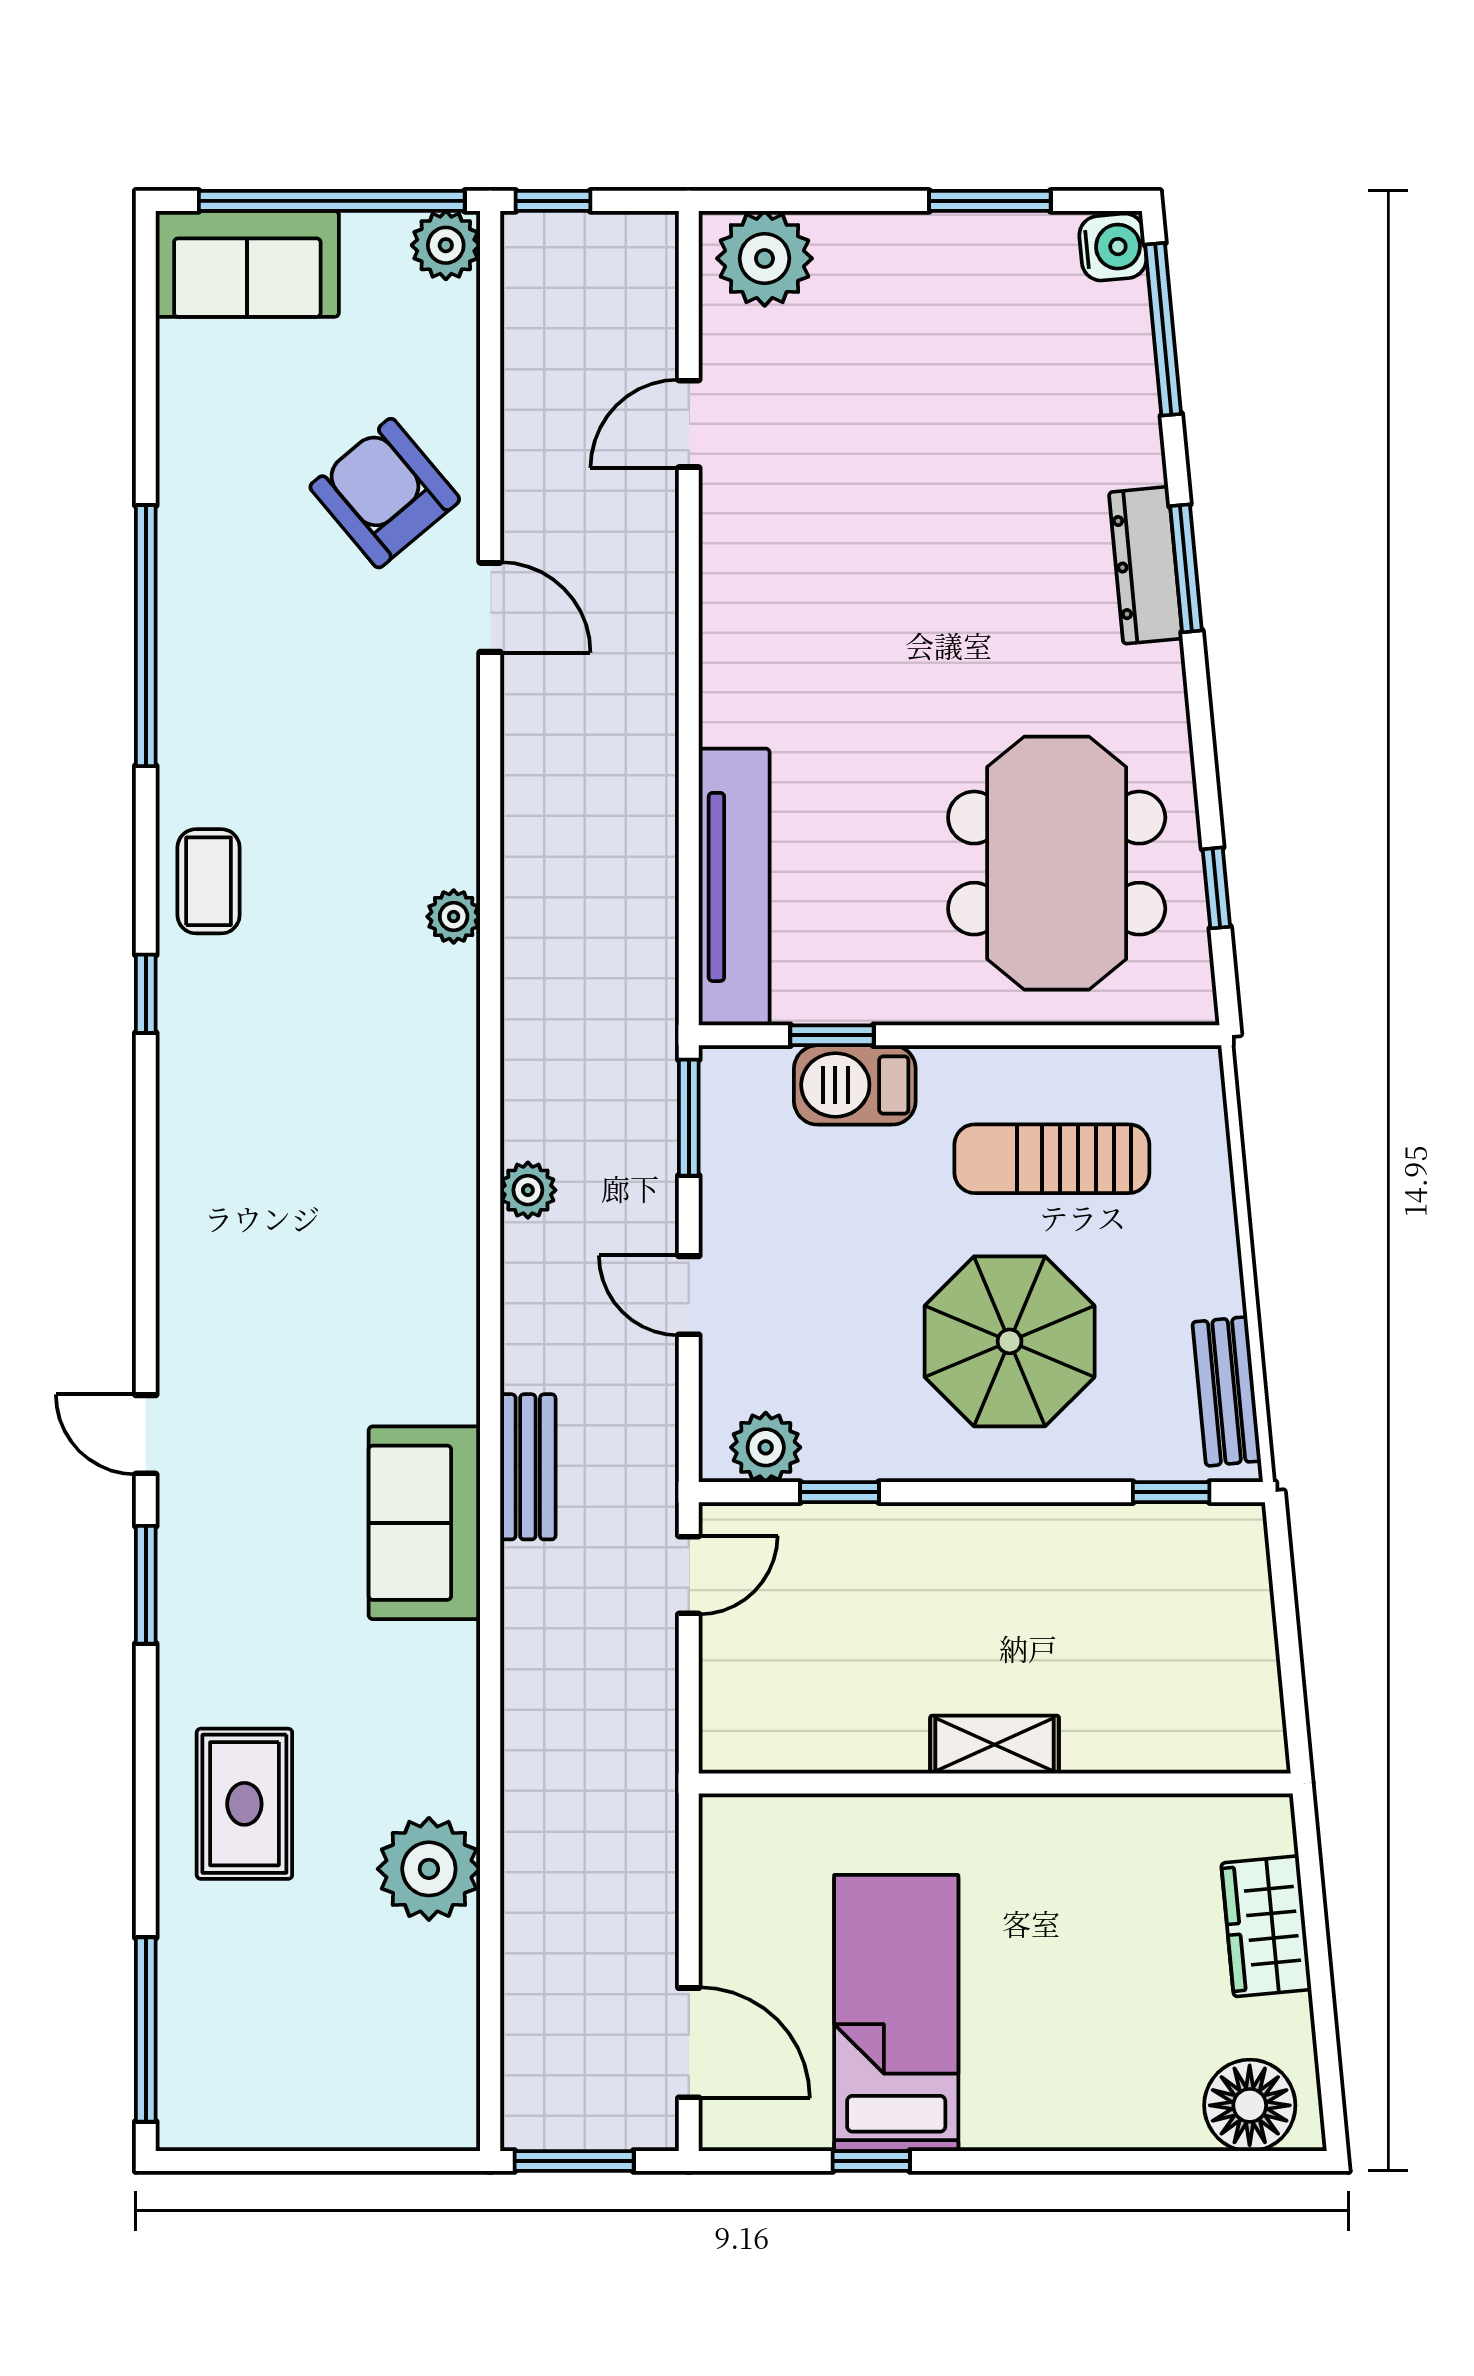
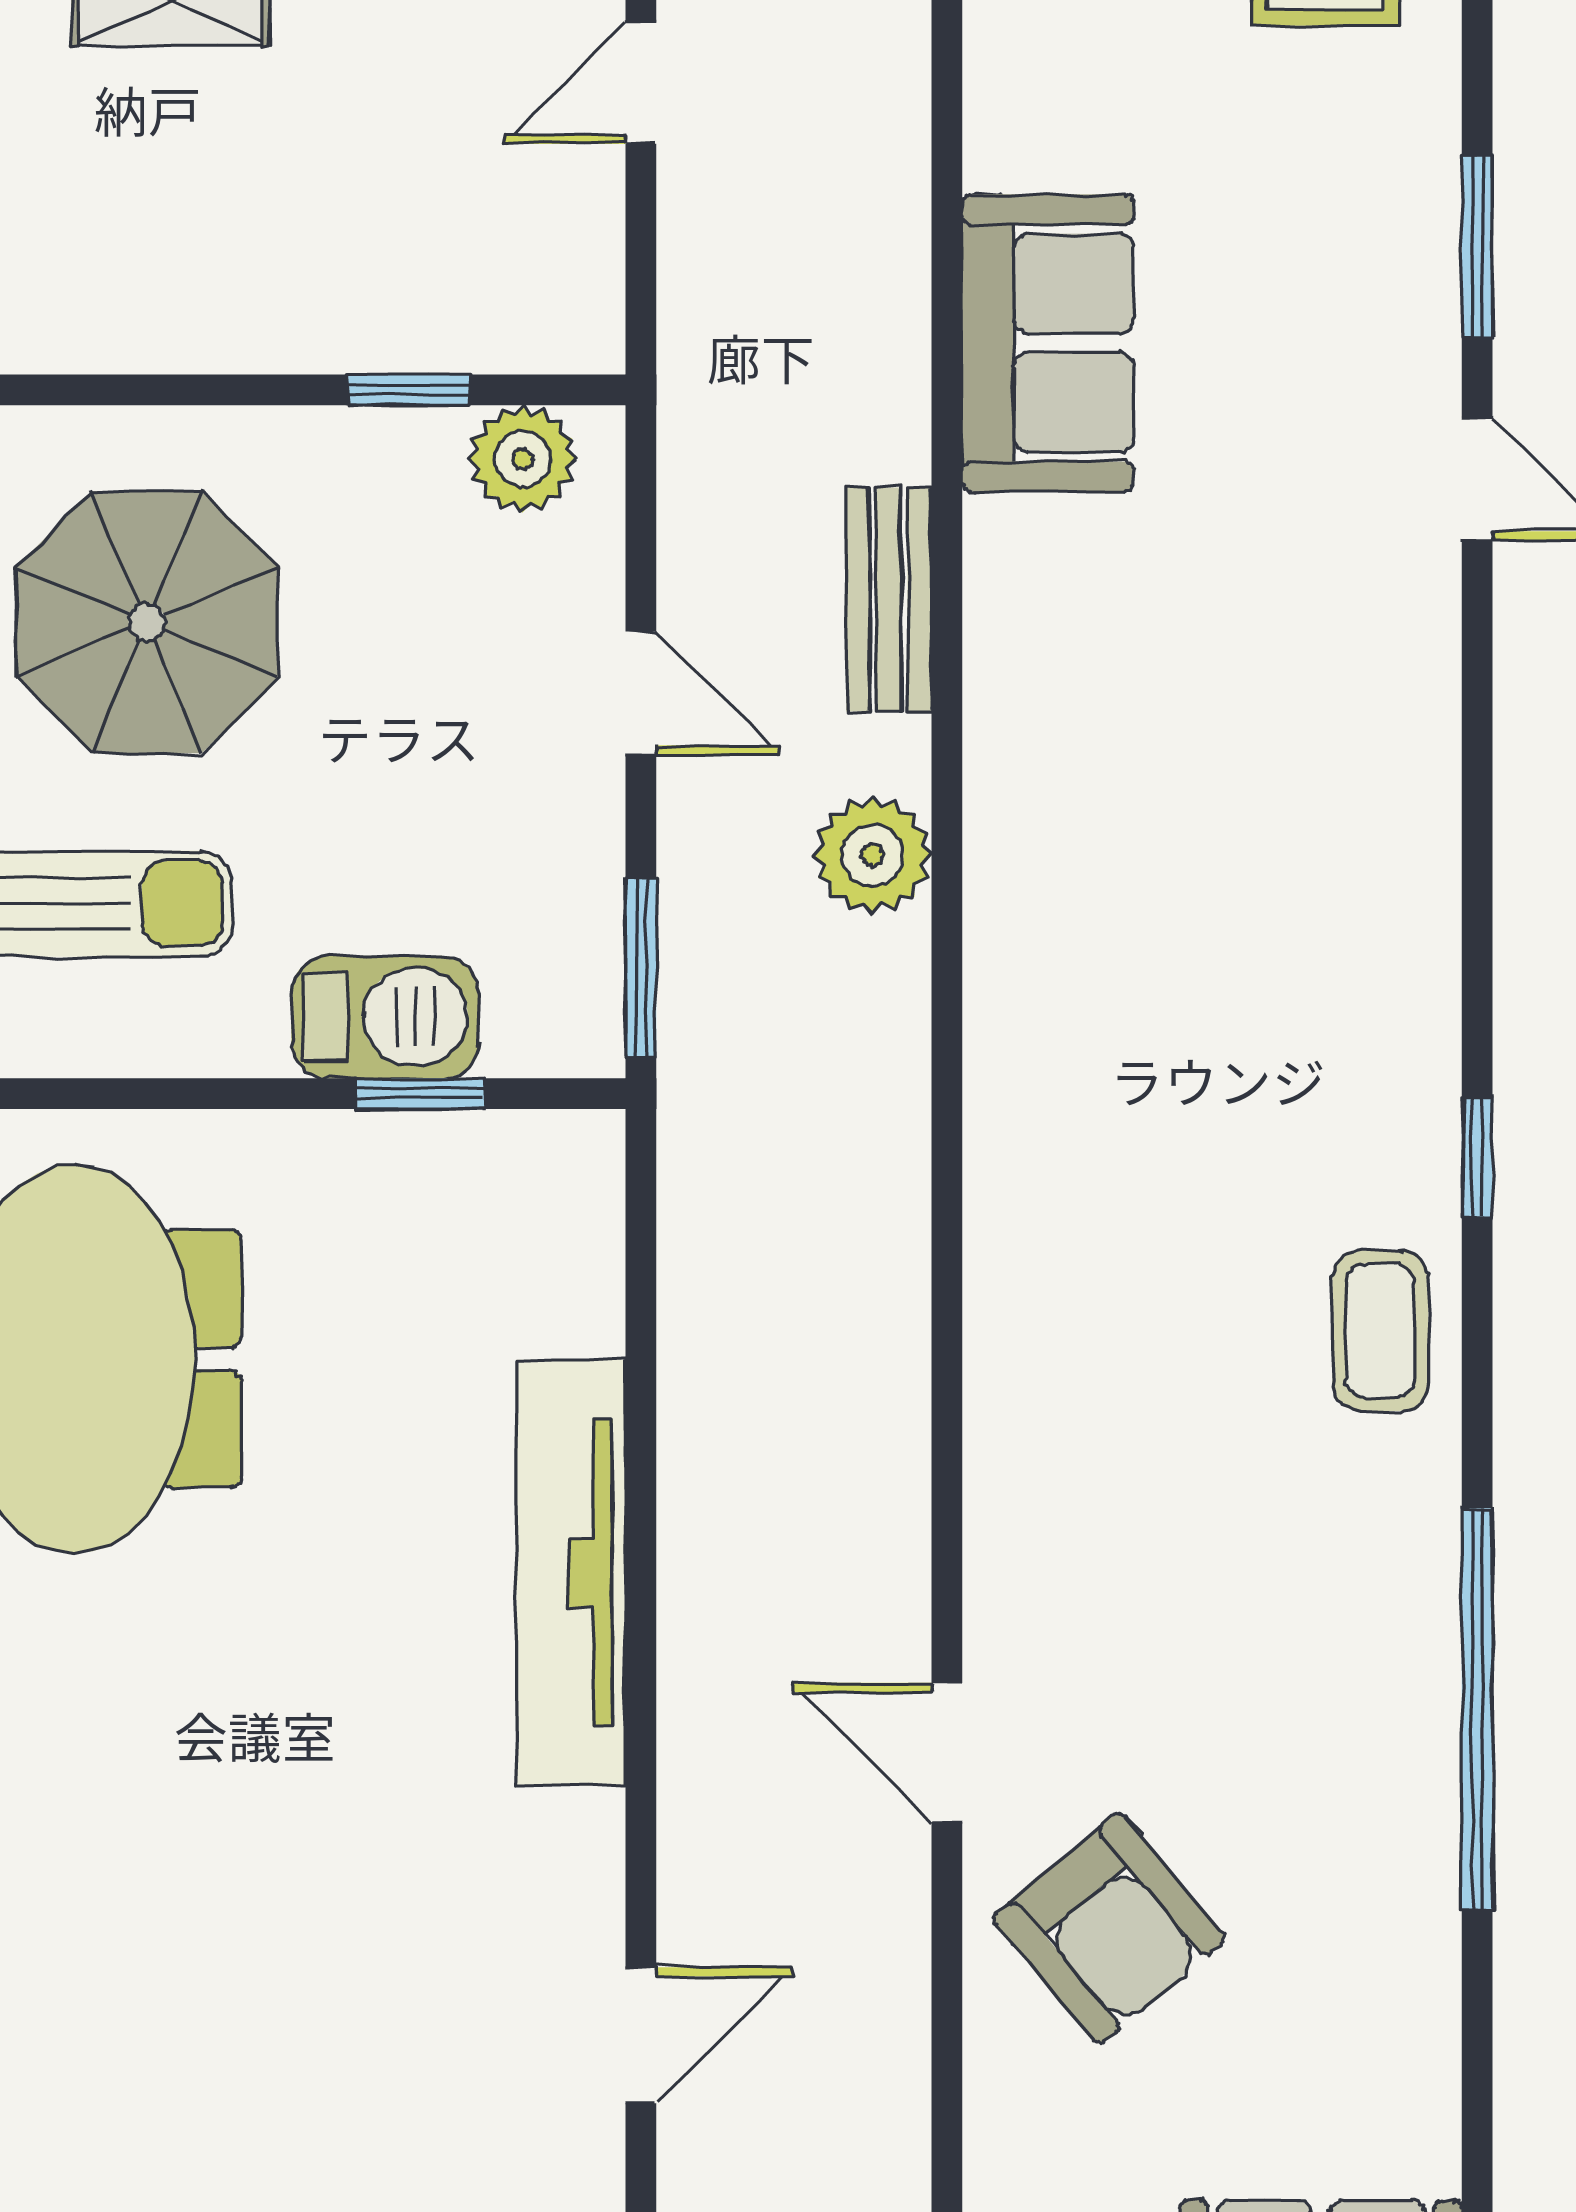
tv unit: (734, 887) -> (571, 1573), moved
plant: (454, 917) -> (1003, 1276), removed
plant: (528, 1190) -> (873, 855), width x1.38, depth x1.38
bench: (528, 1467) -> (889, 599), moved
door: (689, 1575) -> (641, 83), moved

